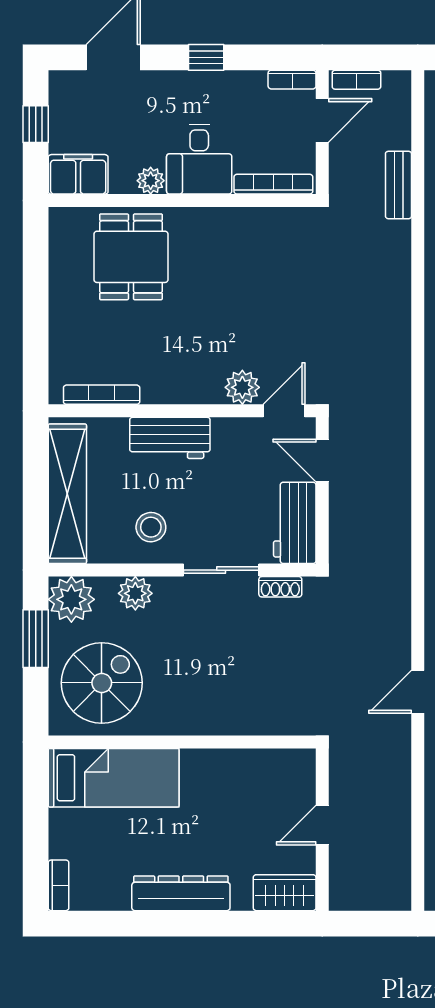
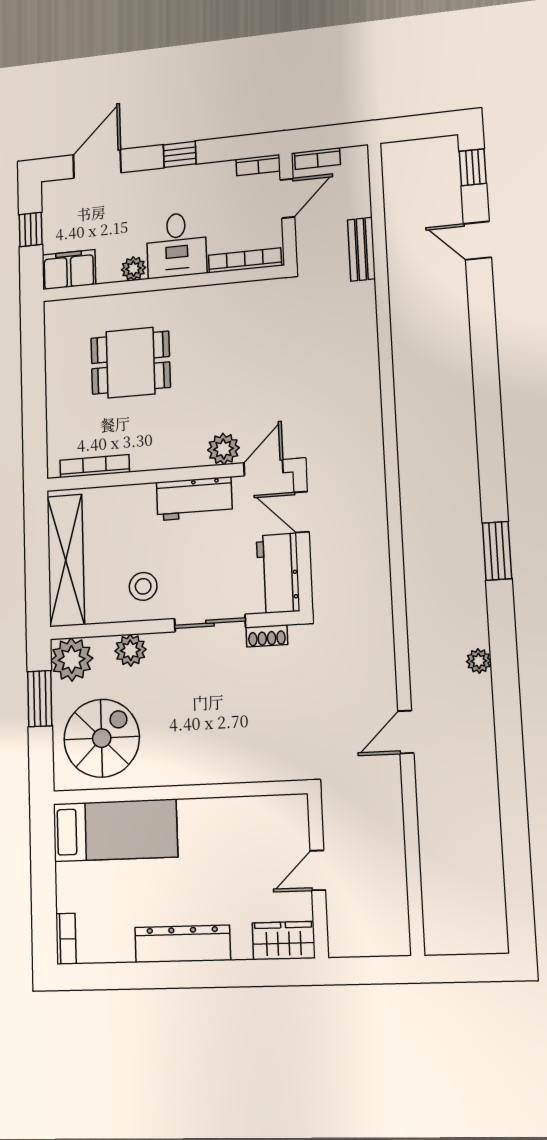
dining table: (131, 257) -> (131, 363), moved, turned 90
workbench: (170, 438) -> (194, 499), moved

